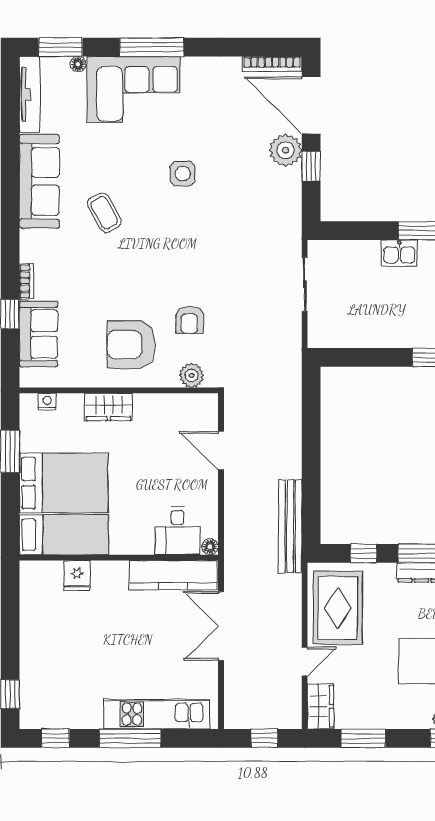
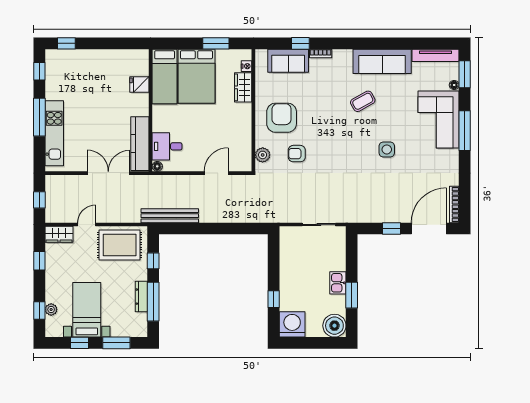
plant: (286, 150) -> (401, 213), removed
wardrobe: (109, 407) -> (243, 87), moved
door: (305, 661) -> (87, 225), swing flipped
window: (363, 738) -> (39, 261), width x0.67

